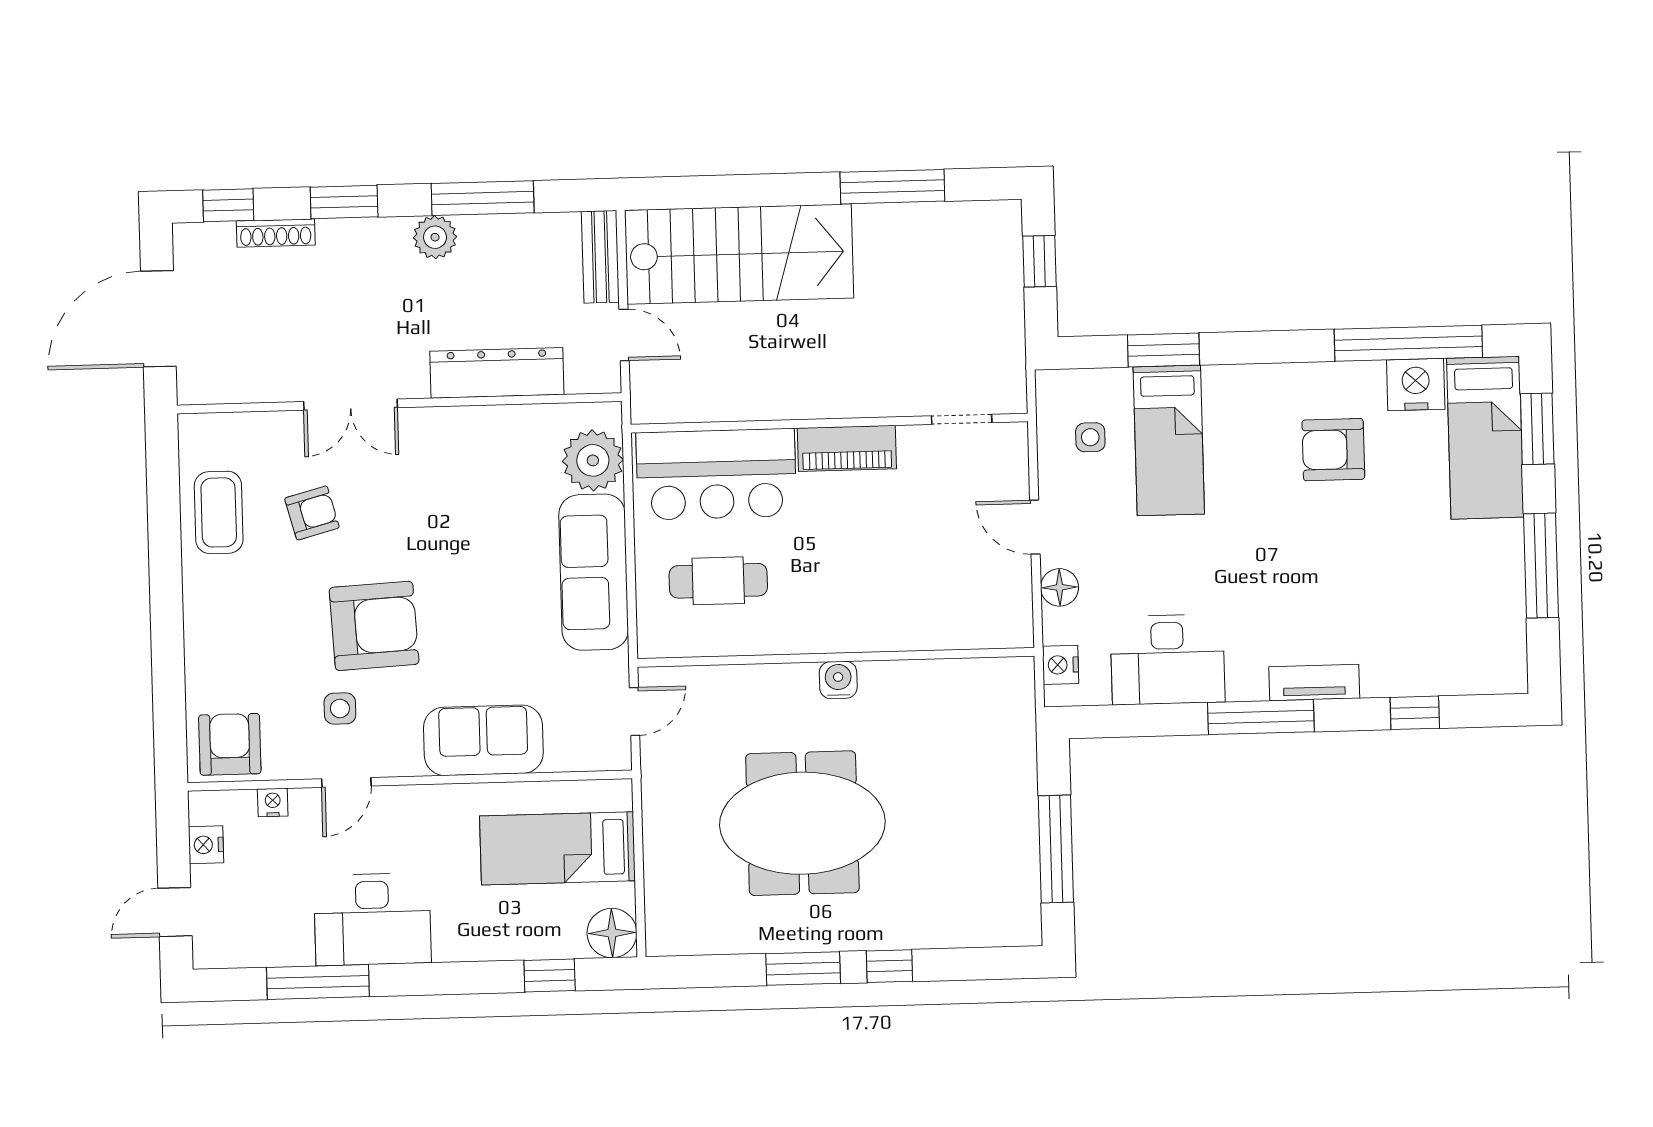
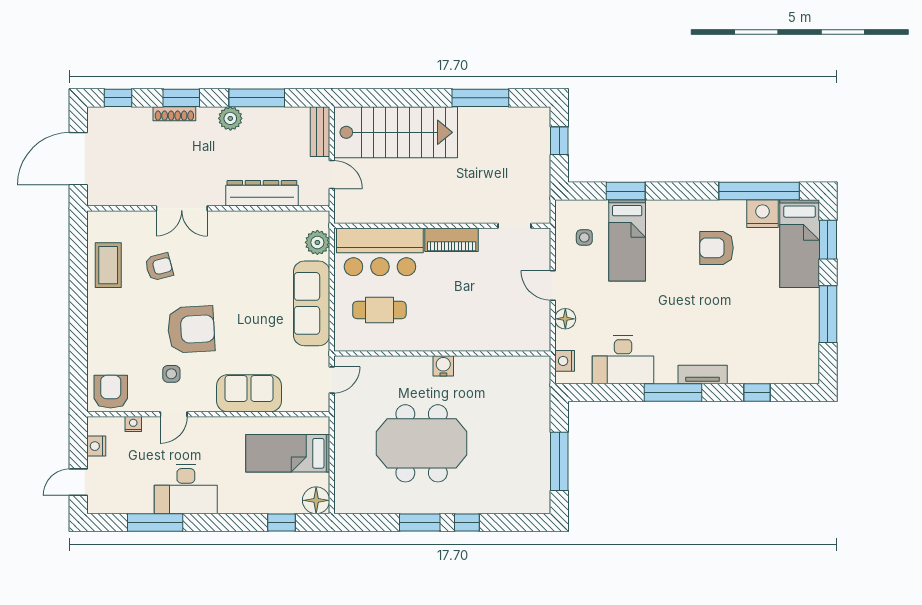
shoe rack: (276, 233) -> (174, 114), moved
plant: (593, 460) -> (317, 242), width x0.73, depth x0.73

